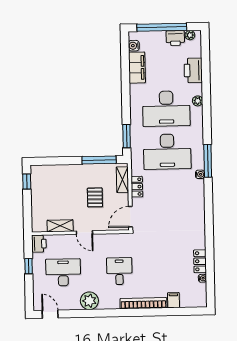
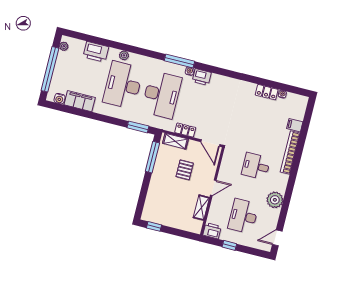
printer: (175, 38) -> (202, 77), moved, turned 90
desk: (166, 109) -> (123, 85), turned 180
pallet: (95, 197) -> (185, 170), turned 90

